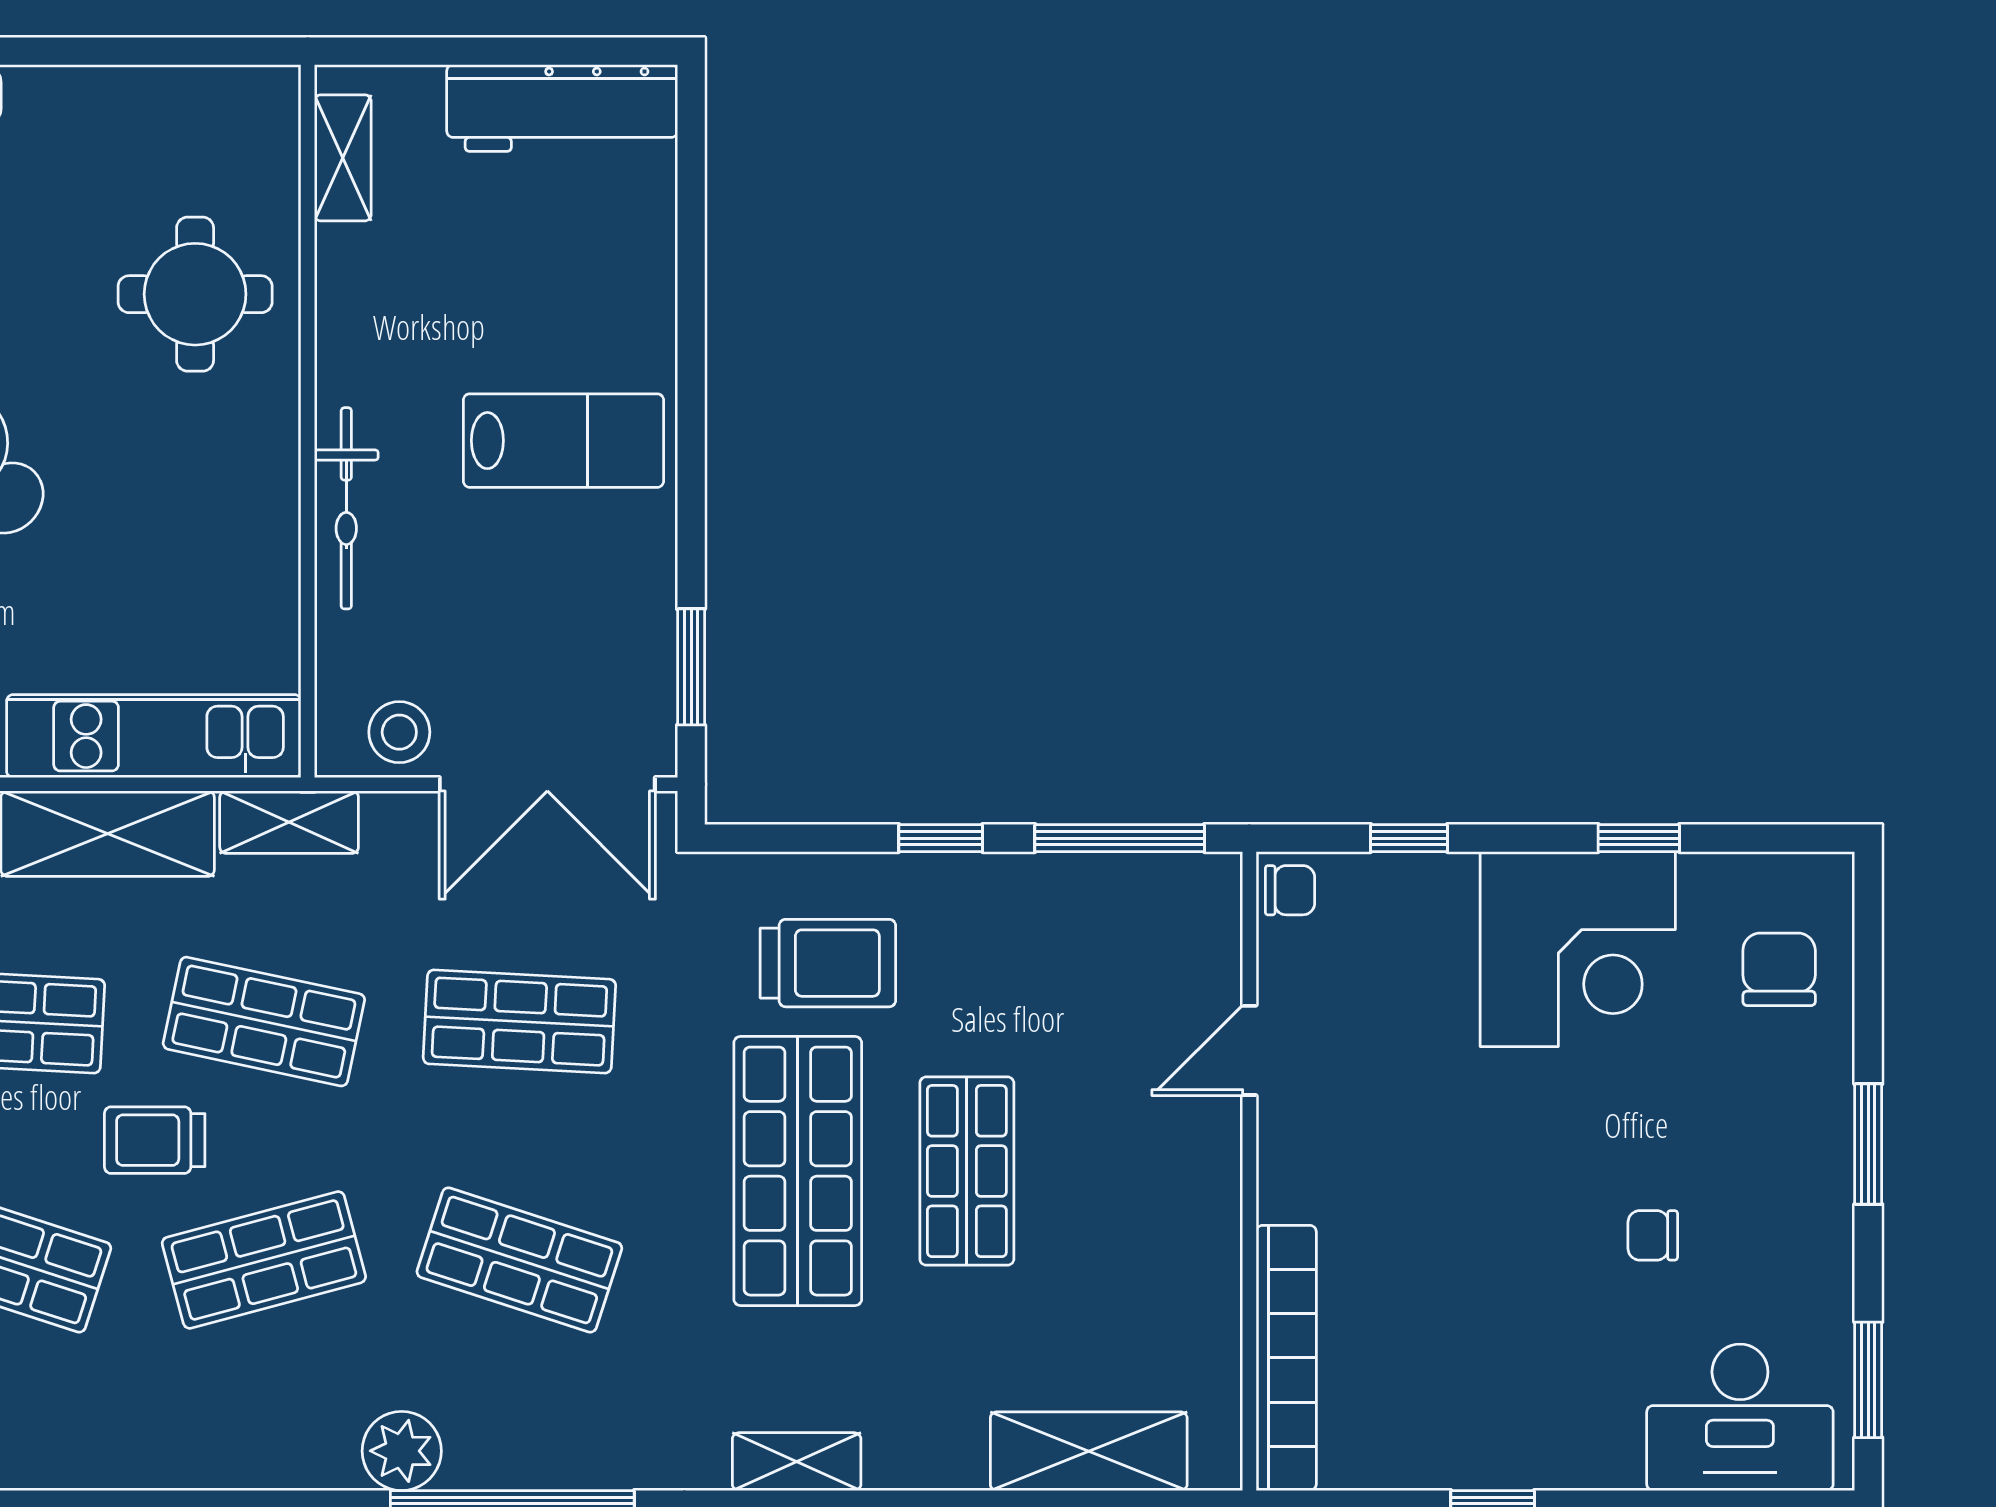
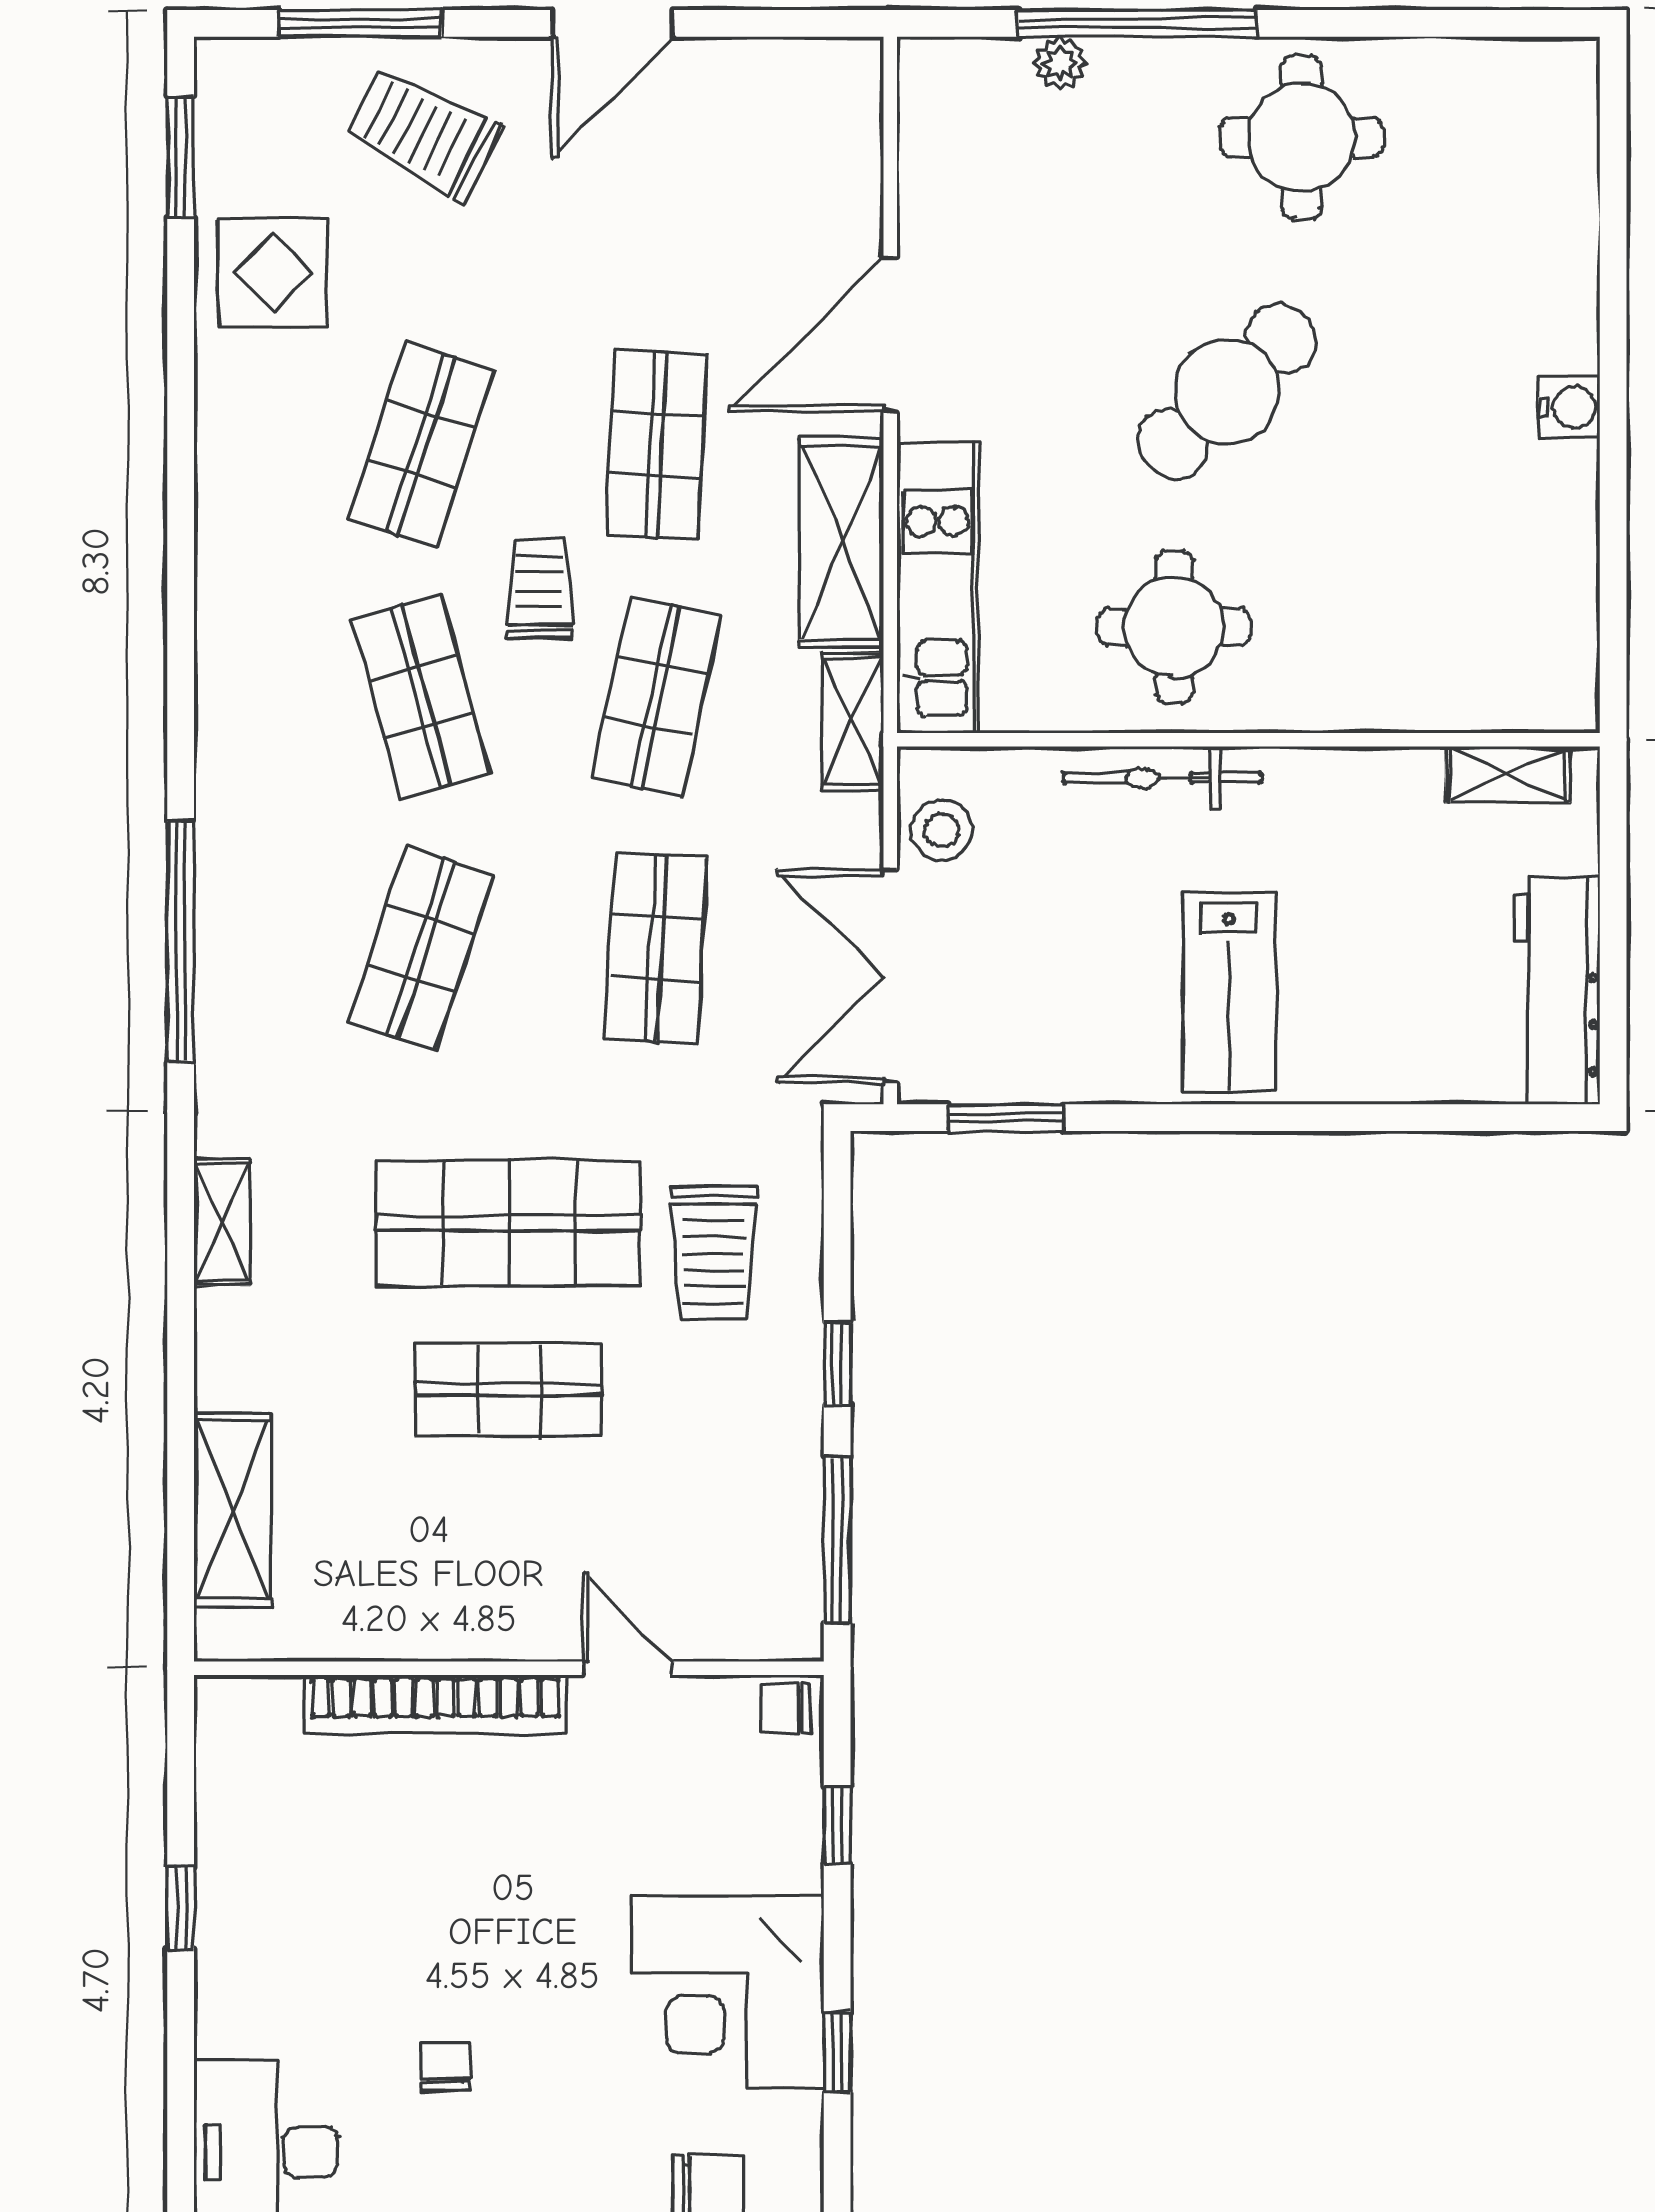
round table: (195, 294) -> (1174, 627), moved
chair: (1290, 890) -> (786, 1708), turned 90
bookcase: (1286, 1358) -> (436, 1705), moved
plant: (402, 1451) -> (233, 832), removed

